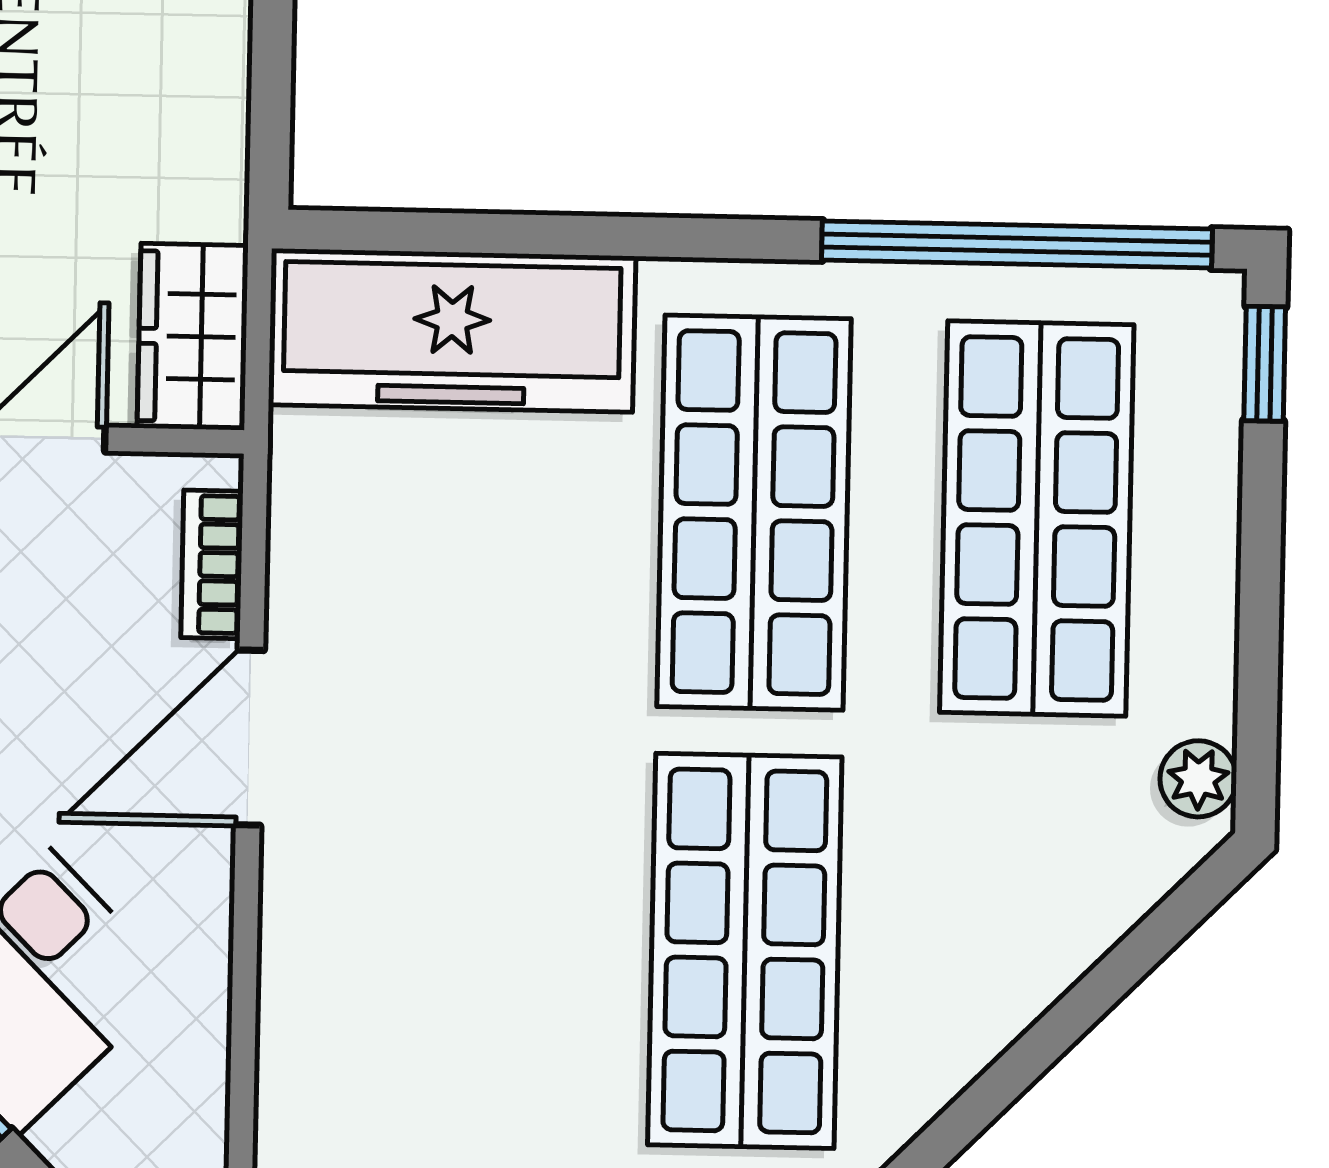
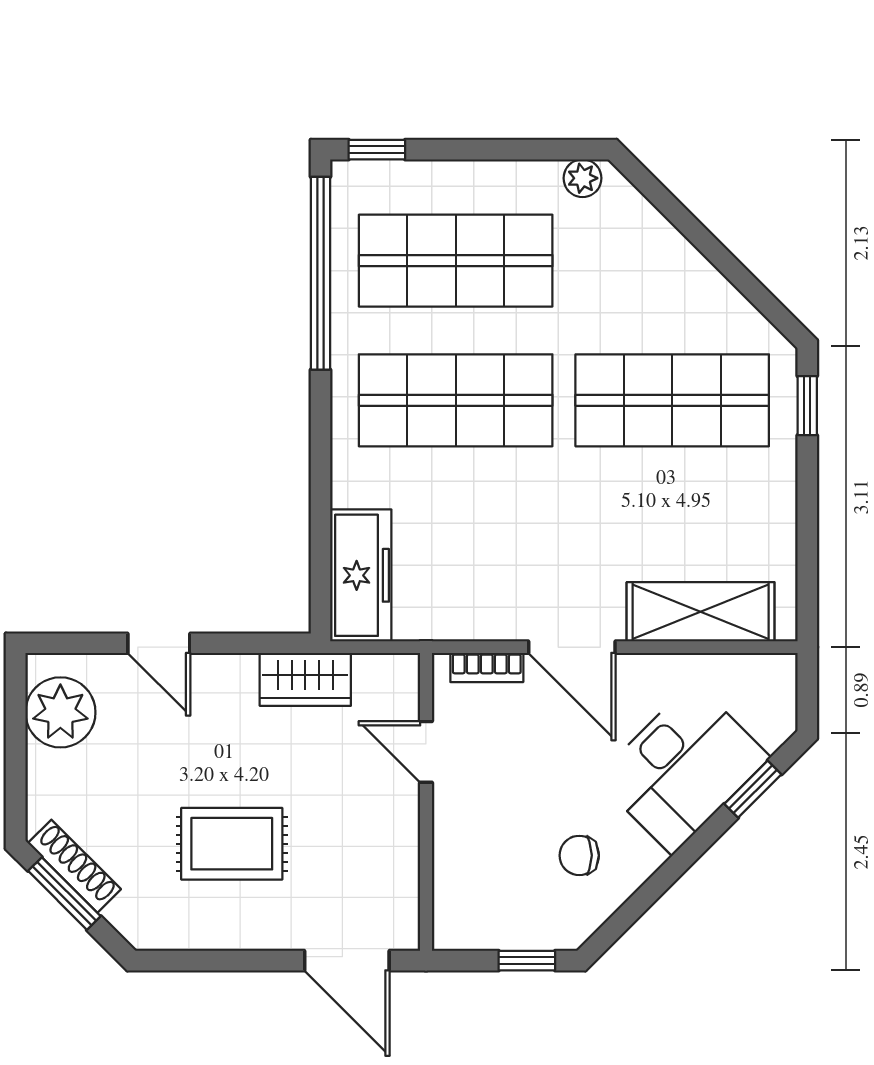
freezer: (452, 330) -> (361, 575), width x0.73, depth x0.79
wardrobe: (193, 337) -> (305, 679), moved
shelving: (316, 999) -> (701, 612), added

